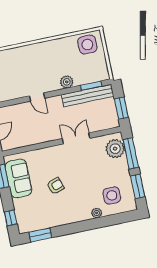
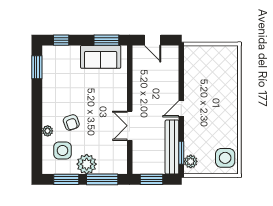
plant: (67, 82) -> (191, 161), moved
door: (37, 97) -> (181, 109), moved
double door: (76, 138) -> (130, 126), swing flipped
plant: (115, 149) -> (87, 164), moved
armchair: (55, 186) -> (71, 122), moved

